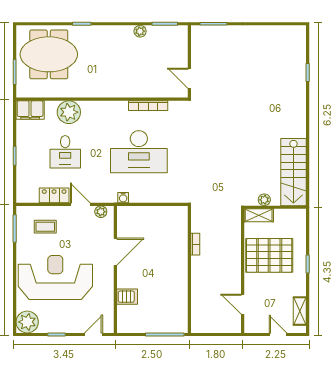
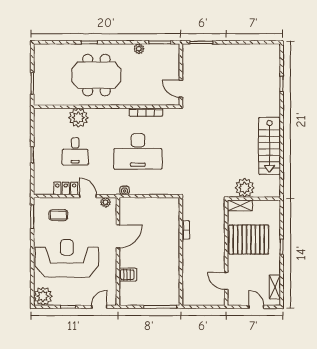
meeting table: (49, 54) -> (96, 75), moved
filing cabinet: (30, 110) -> (45, 116), removed
stairs: (293, 172) -> (269, 146), moved
plant: (264, 200) -> (245, 188), width x1.88, depth x1.88

